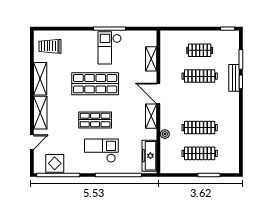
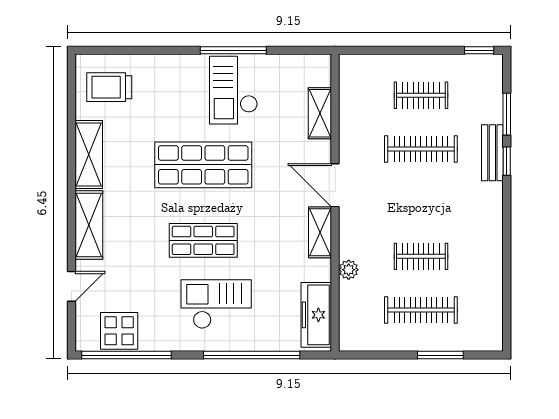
clothes rail: (200, 128) -> (421, 256), width x0.73

